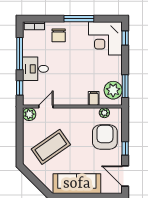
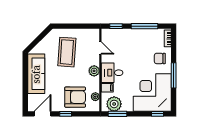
corner desk: (105, 38) -> (152, 92), width x1.36, depth x1.36
desk: (36, 69) -> (112, 73), moved, turned -90
plant: (29, 114) -> (94, 71), moved
coffee table: (51, 147) -> (67, 52), turned 39

